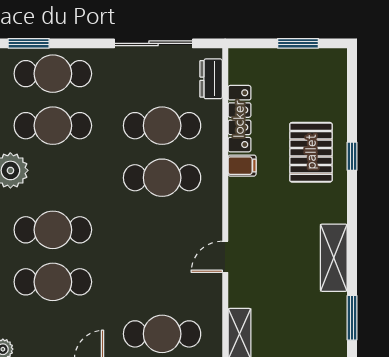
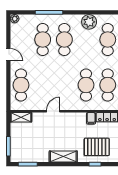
door: (225, 257) -> (53, 111), hinge flipped
shelving: (334, 258) -> (63, 156), moved

